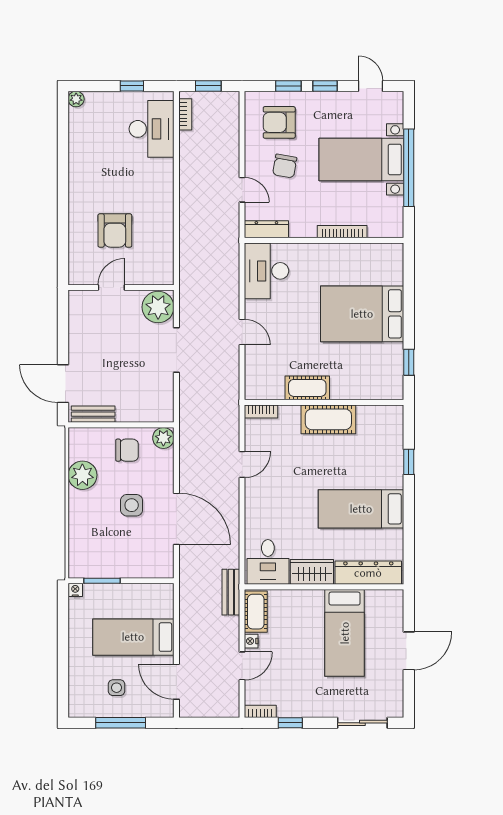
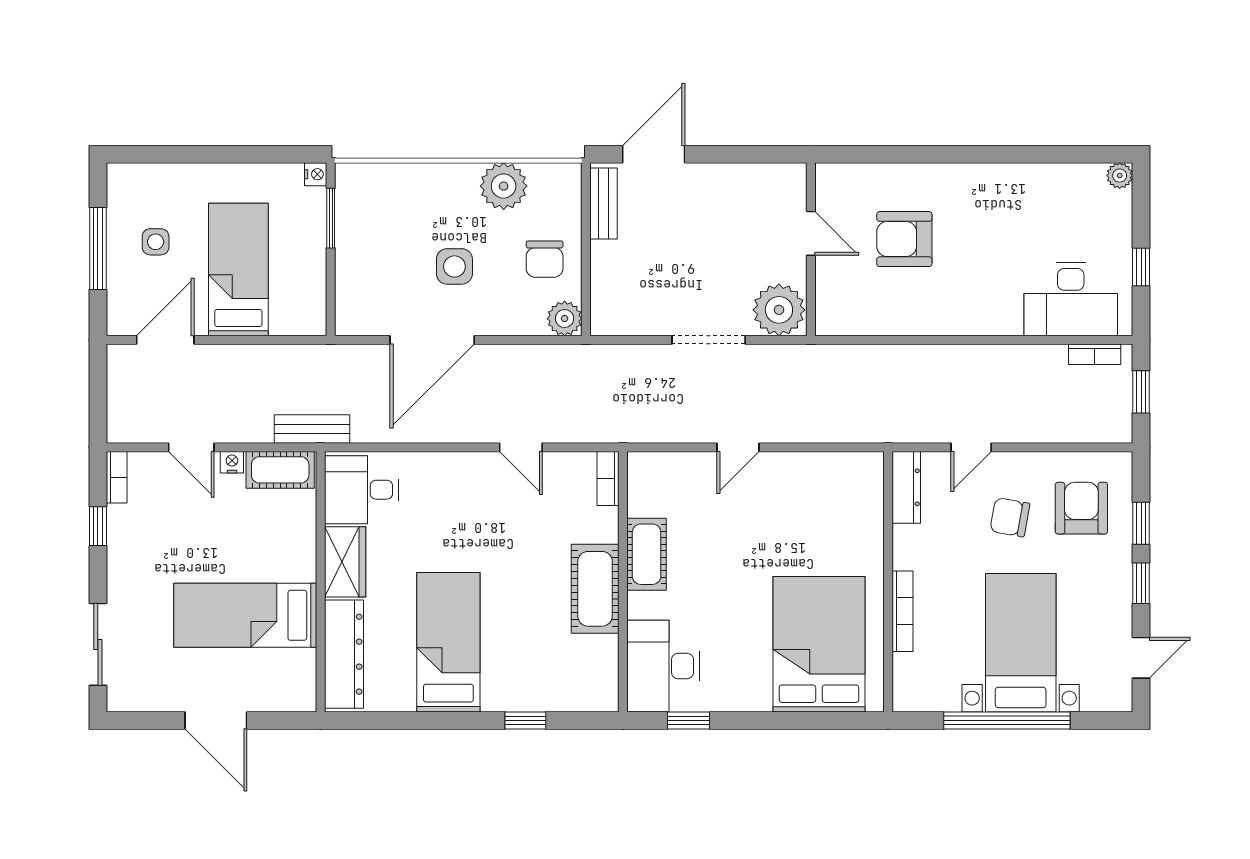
desk: (267, 271) -> (663, 666), moved, turned -90
bed: (362, 314) -> (819, 644), moved

